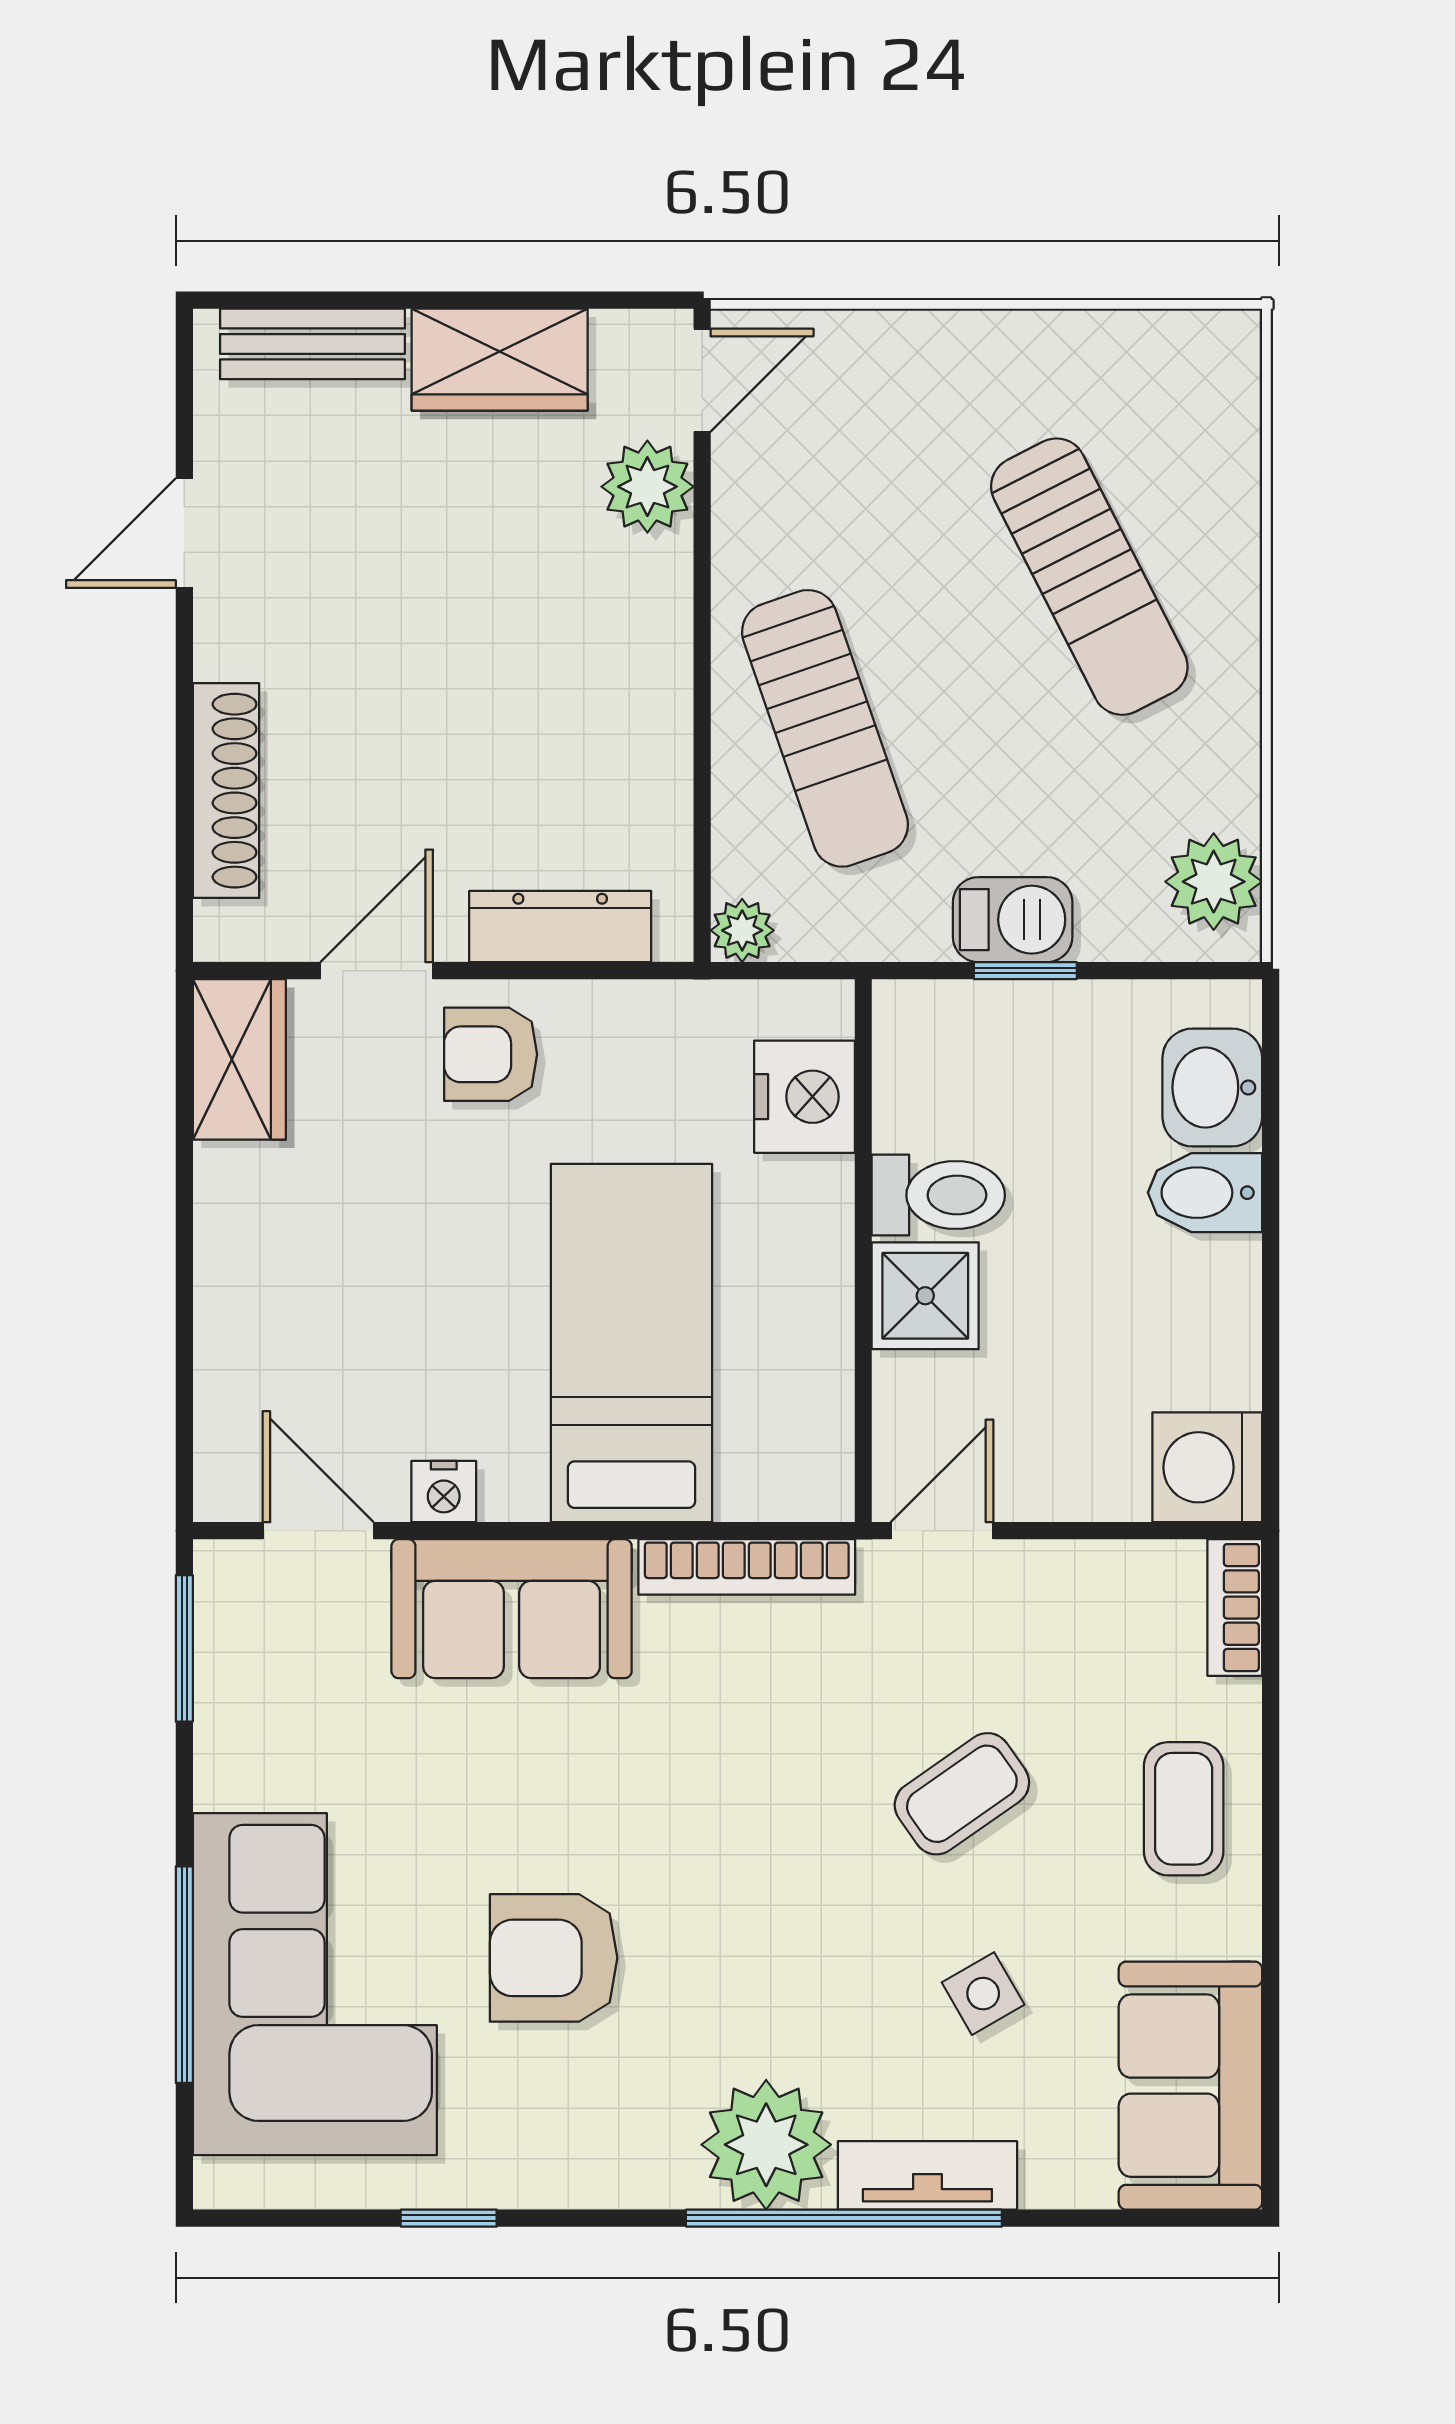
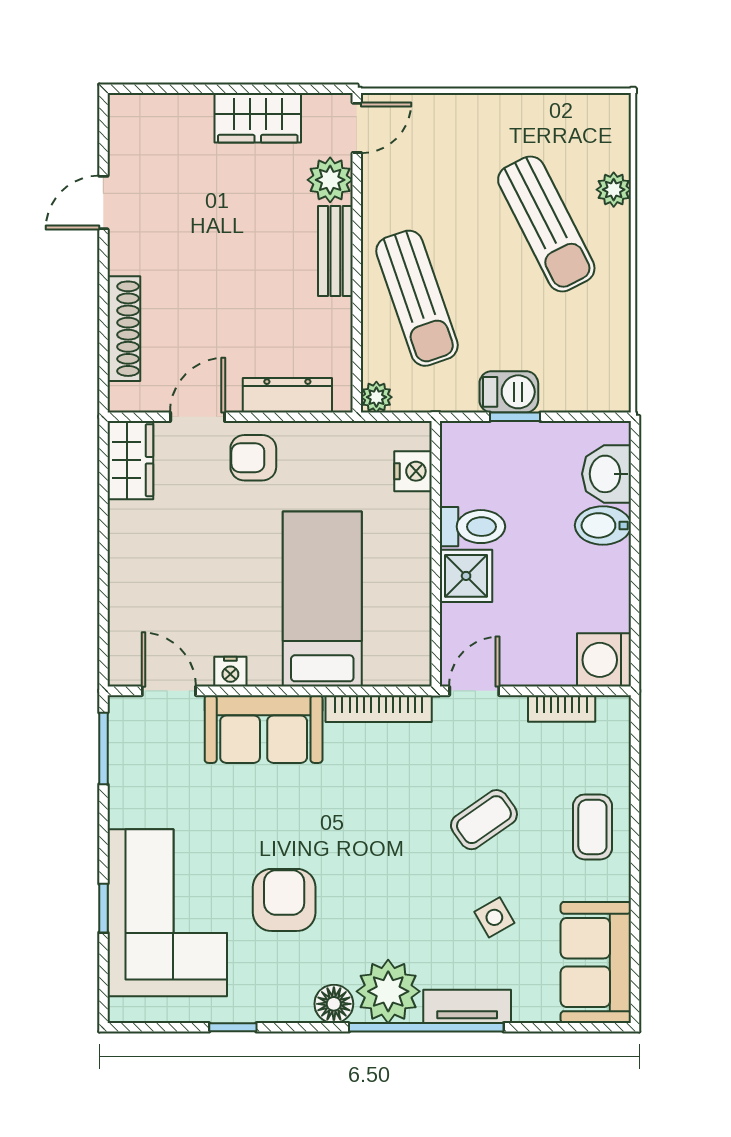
bench: (313, 344) -> (335, 251), moved, turned 90
plant: (1214, 882) -> (614, 190), moved, width x0.73, depth x0.73
nightstand: (804, 1097) -> (413, 471), width x0.74, depth x0.75
bookcase: (1235, 1608) -> (562, 708), moved, turned -90
armchair: (554, 1958) -> (284, 900), turned 90
window: (184, 1975) -> (103, 908), width x0.46
floor lamp: (655, 2170) -> (334, 1004), added

